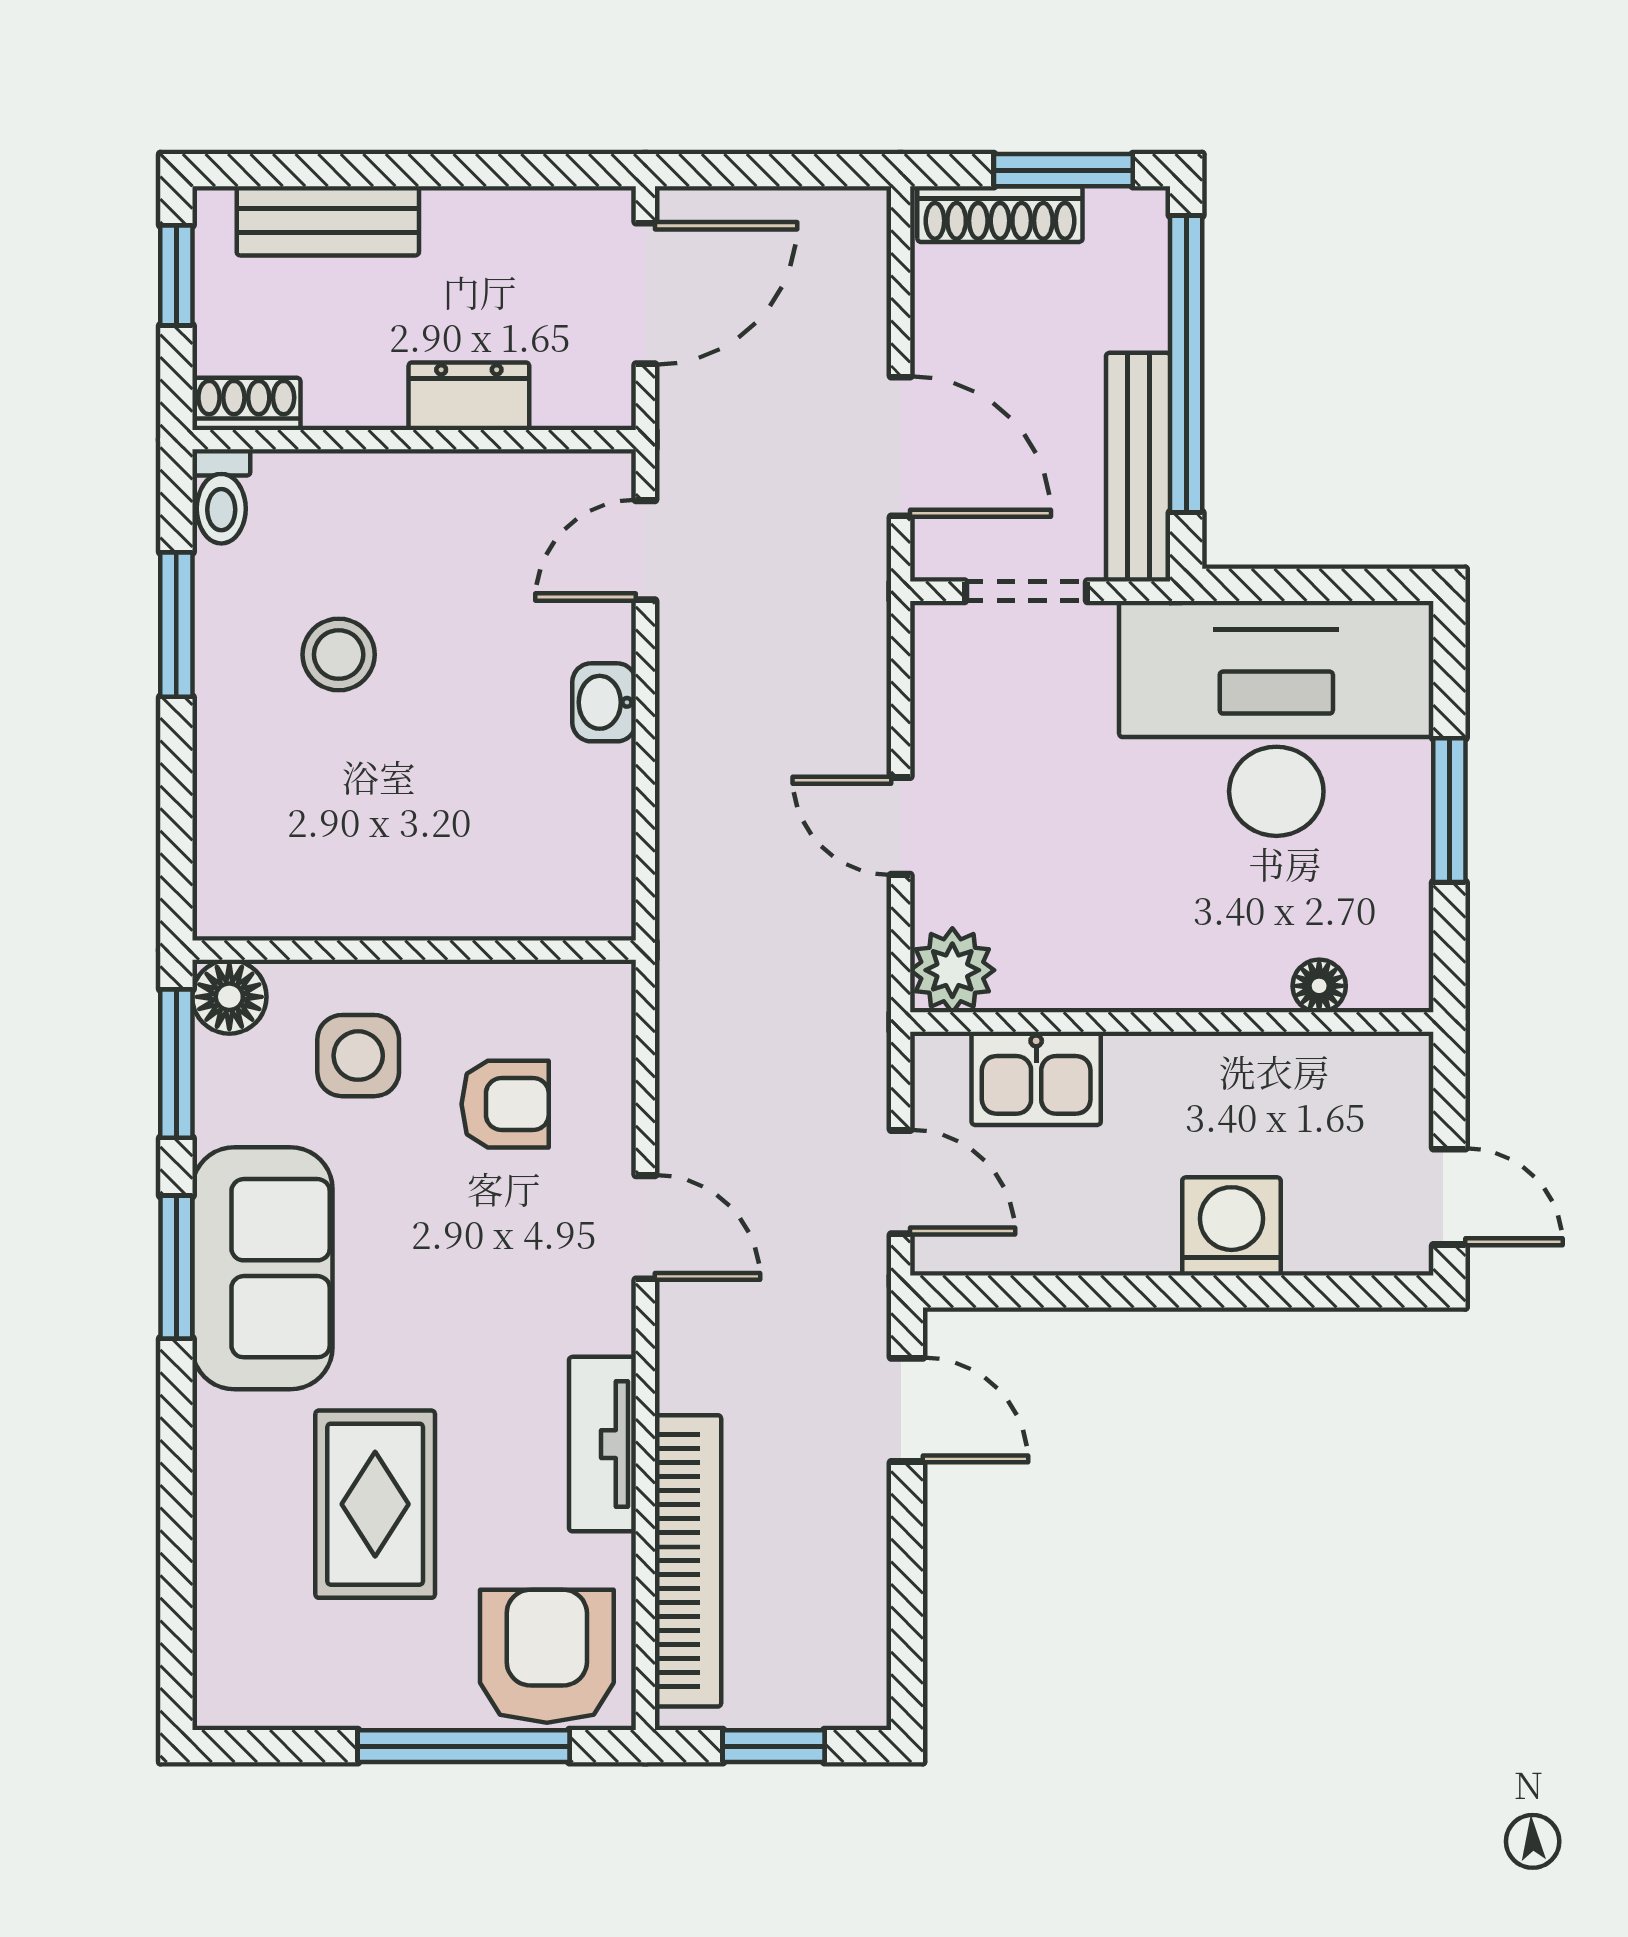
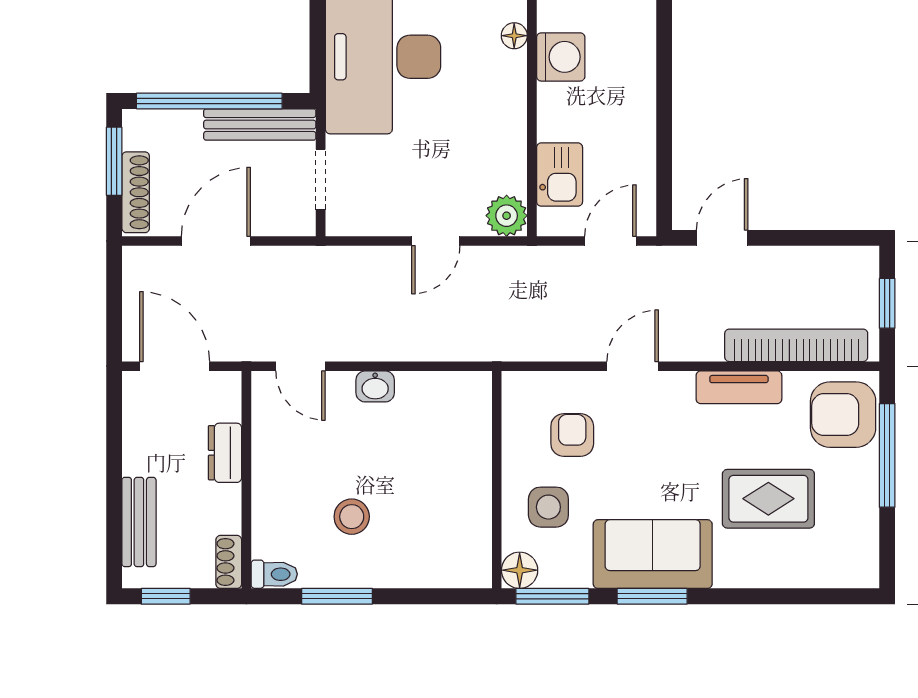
door: (901, 446) -> (216, 241), moved
washing machine: (1231, 1226) -> (561, 57), moved, turned 180

